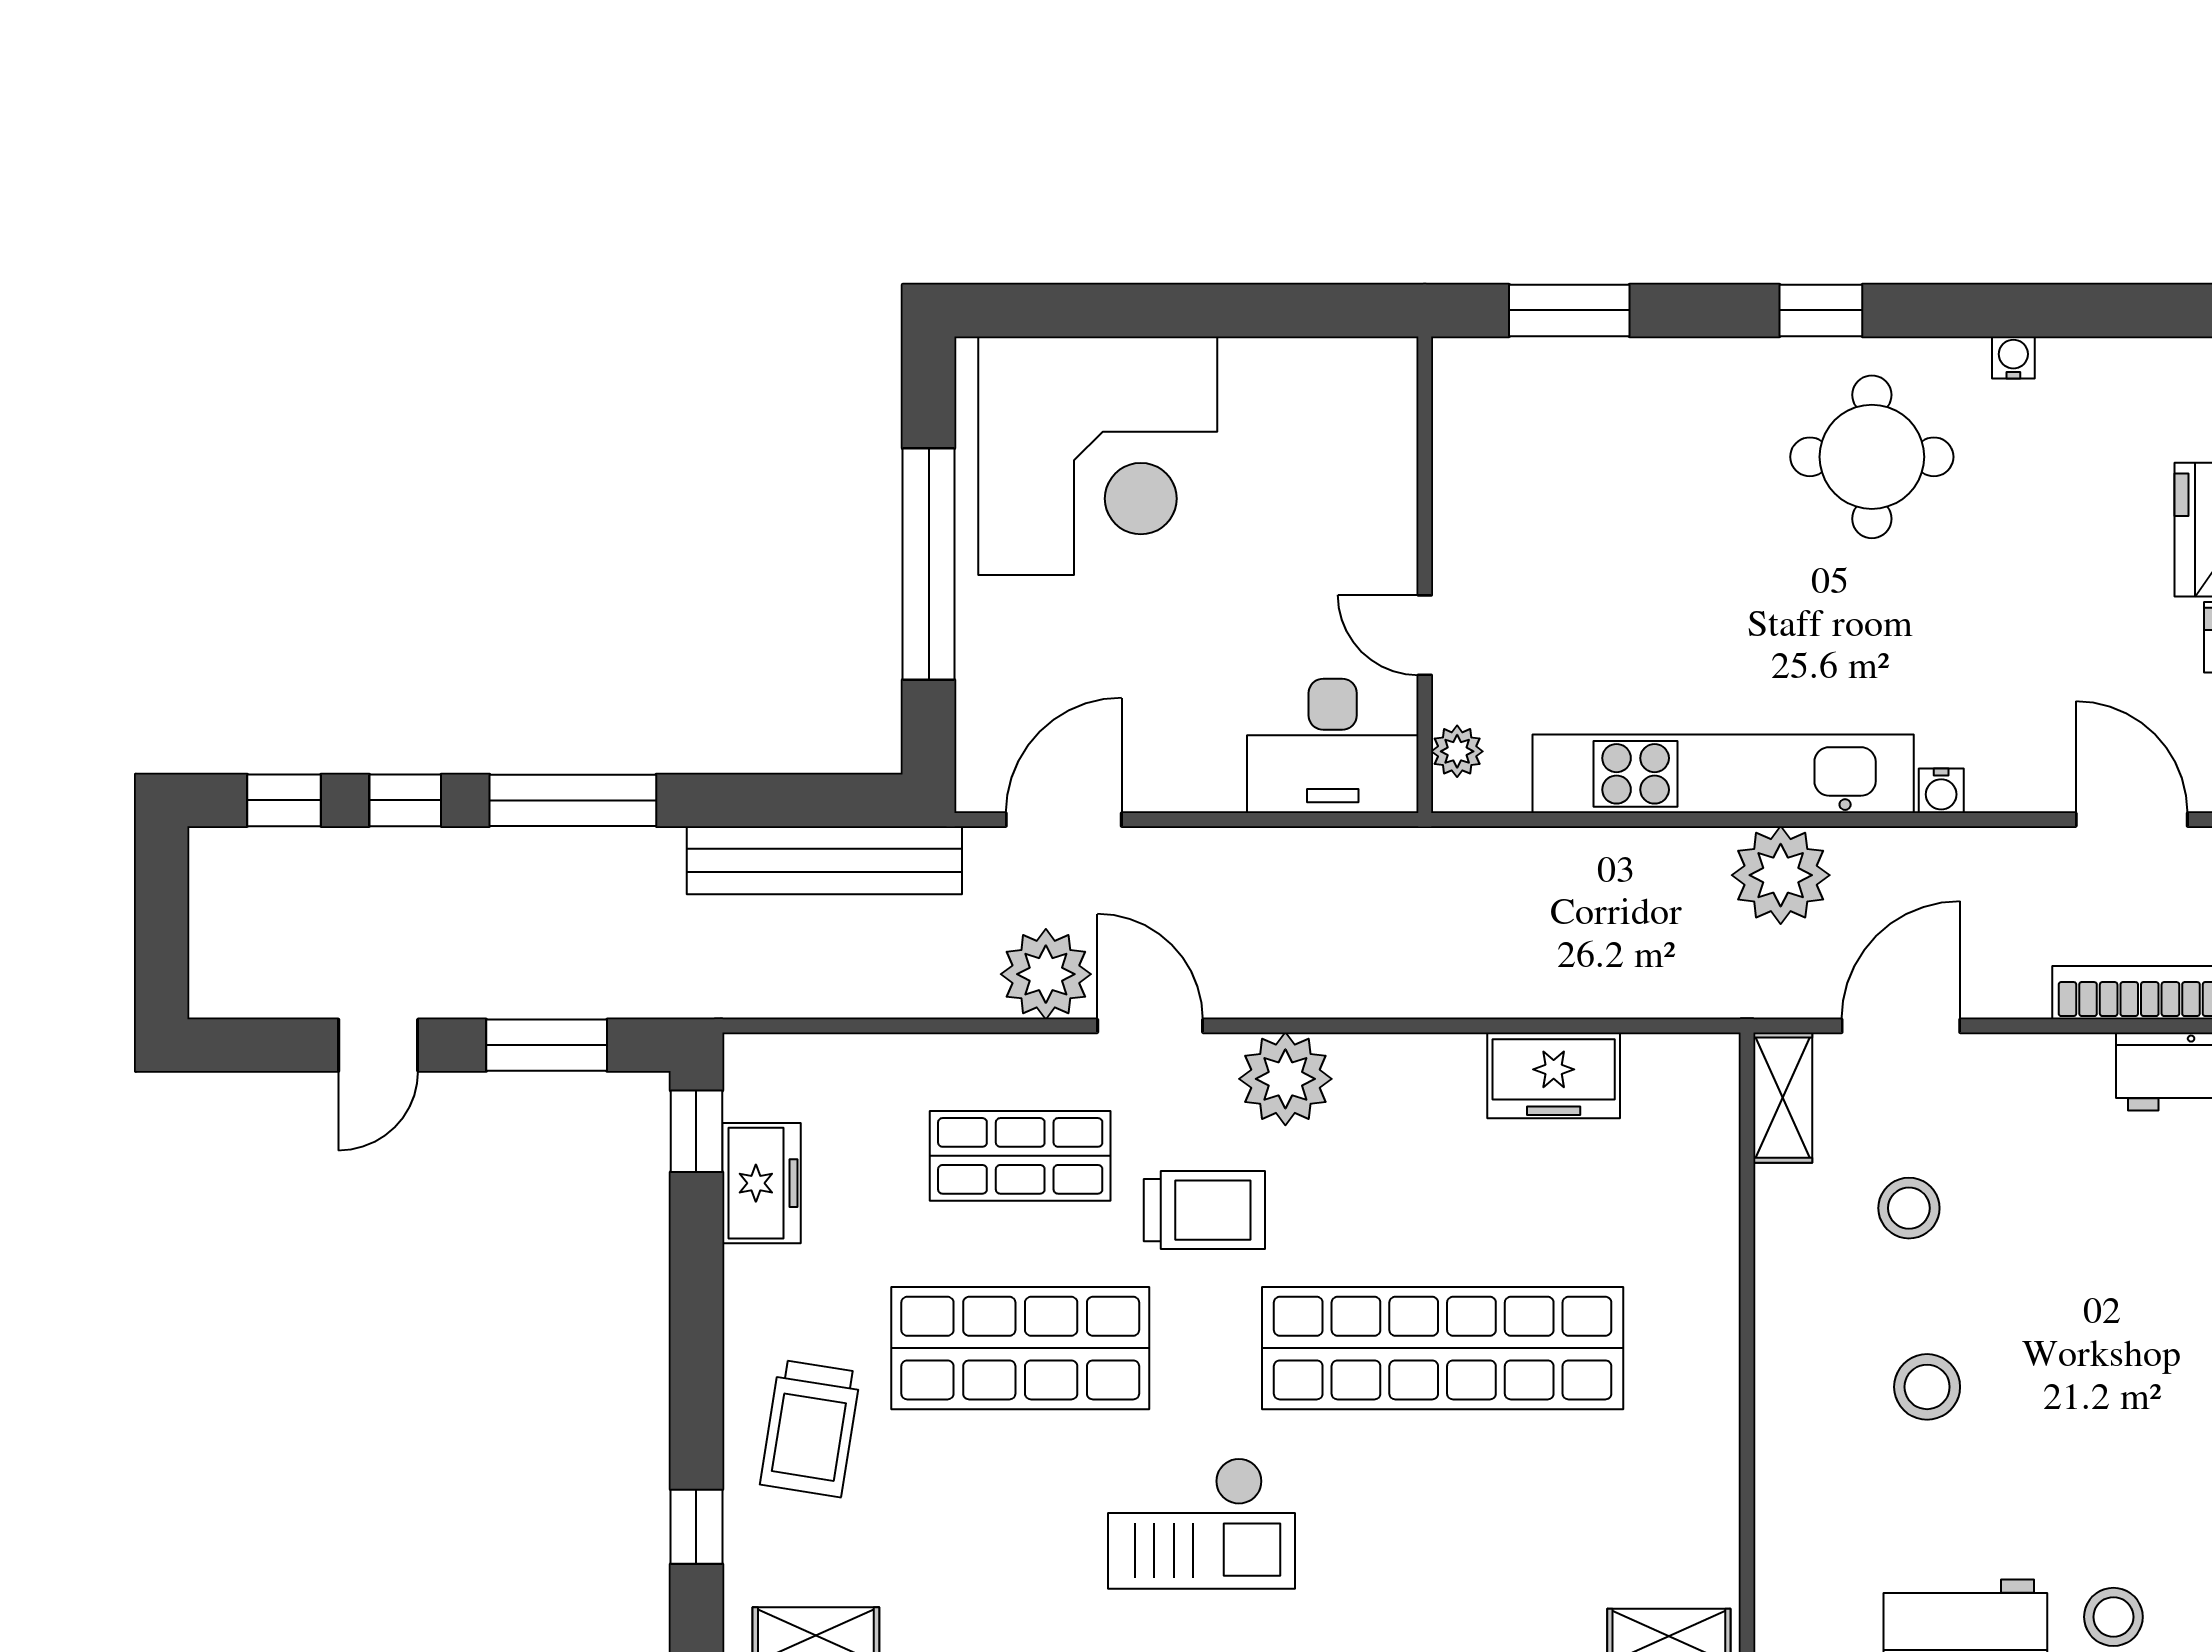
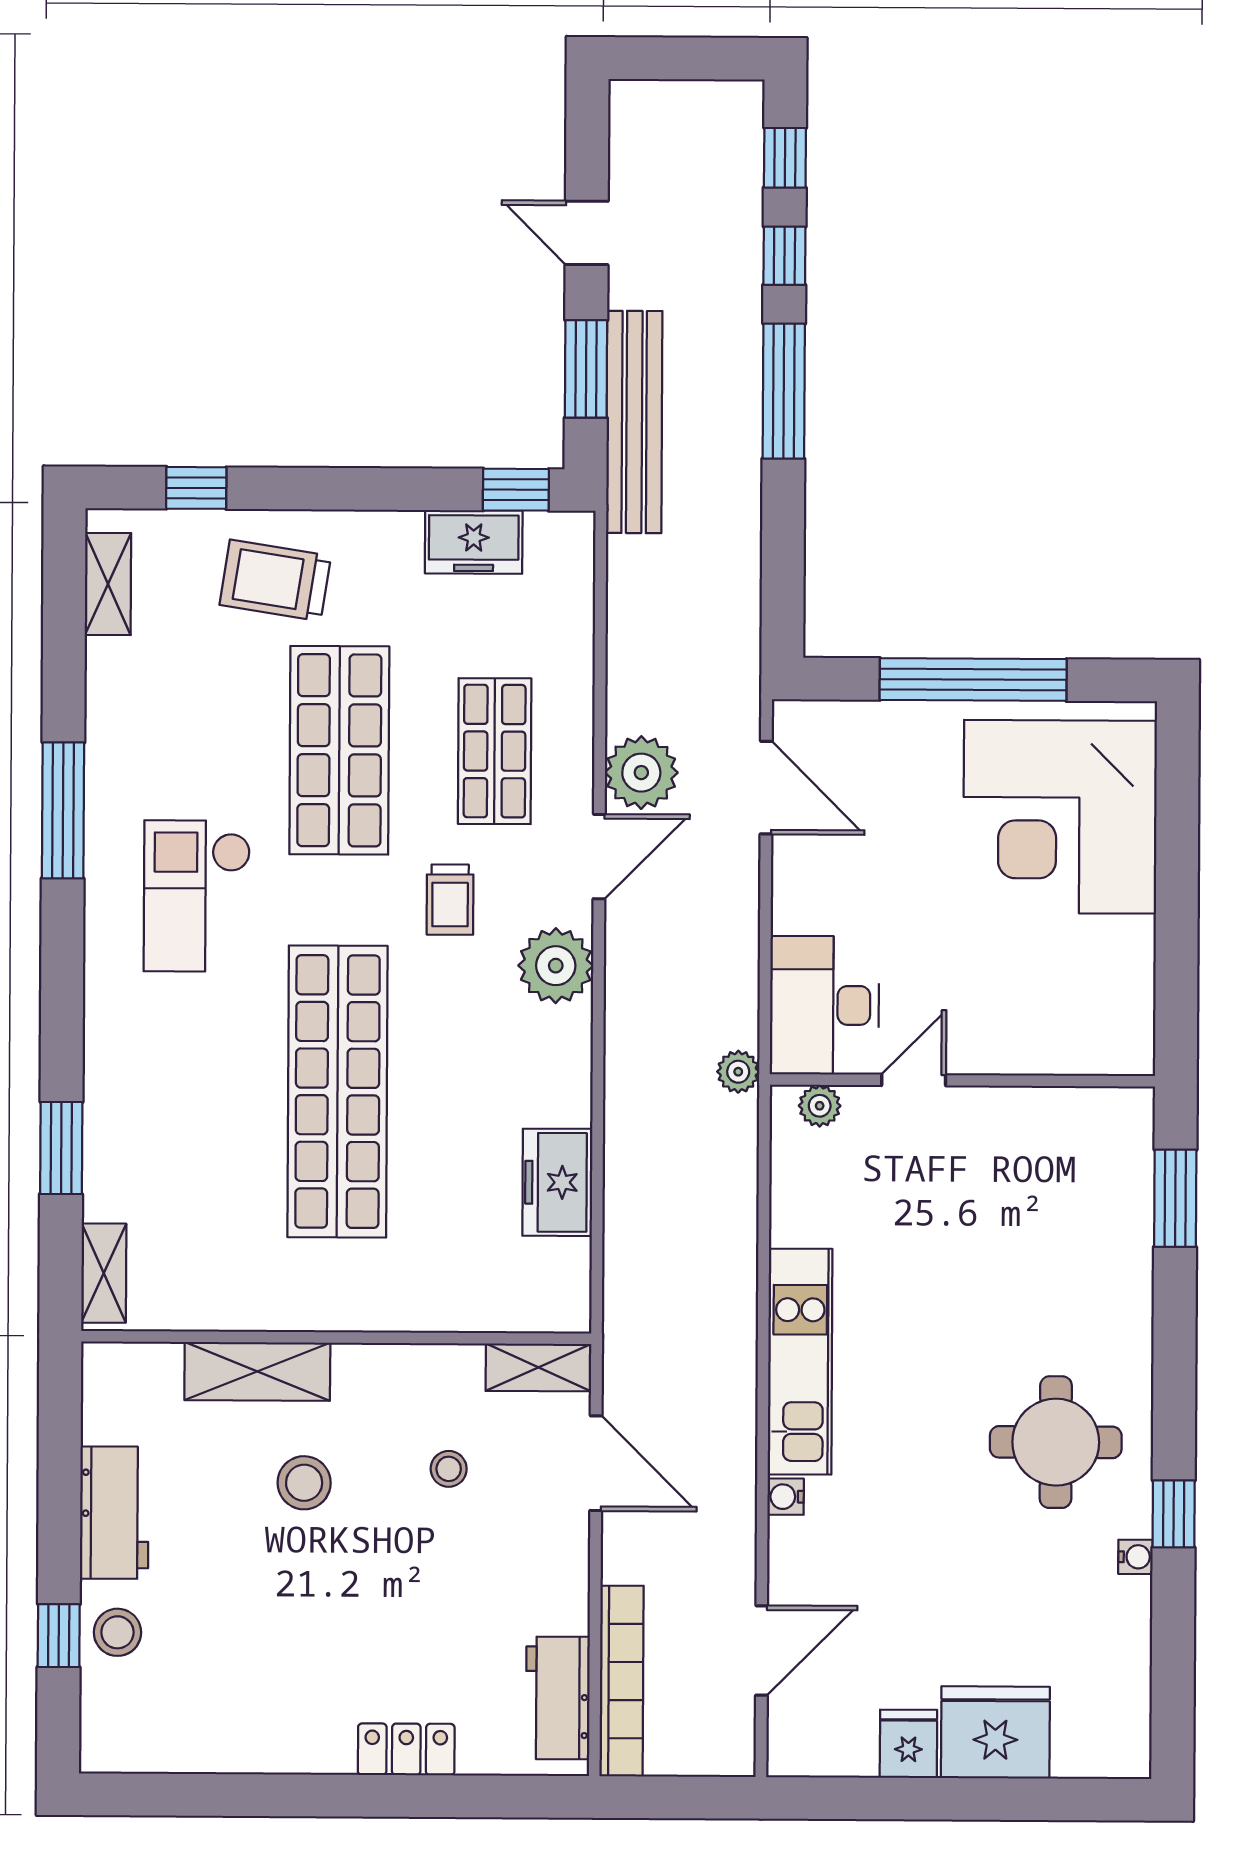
window: (1821, 310) -> (1174, 1514), moved
kitchen unit: (1723, 774) -> (800, 1362), width x0.73
bench: (824, 860) -> (634, 422), moved
plant: (1781, 875) -> (738, 1072), moved, width x0.53, depth x0.53
stool: (1909, 1208) -> (449, 1469), width x0.73, depth x0.73
trolley: (1204, 1210) -> (450, 900), width x0.73, depth x0.72
shelving: (1789, 1446) -> (257, 1371), added

